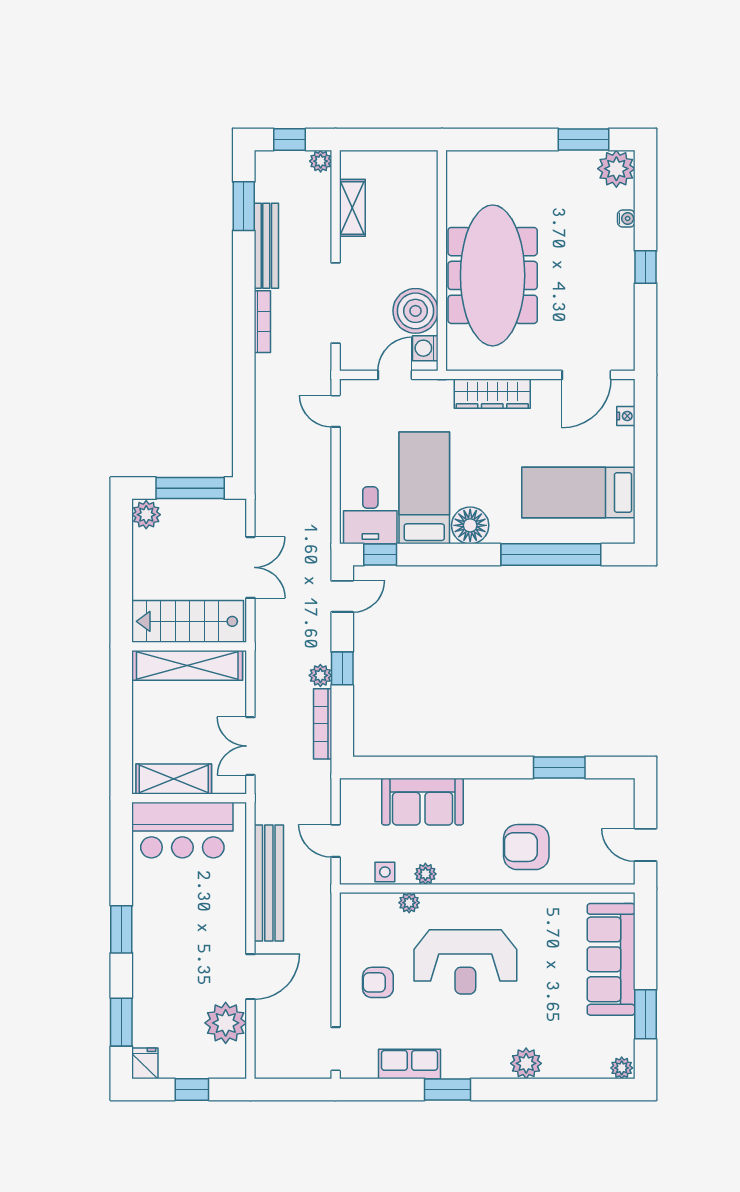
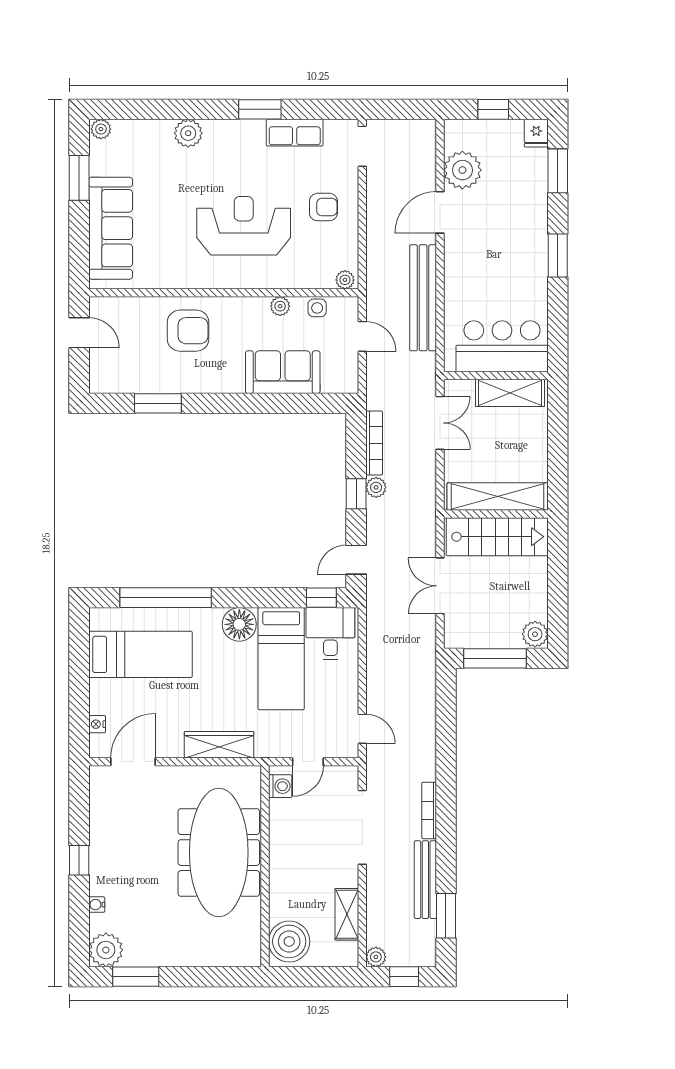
boiler: (415, 311) -> (289, 941), moved
plant: (409, 903) -> (345, 280), moved

